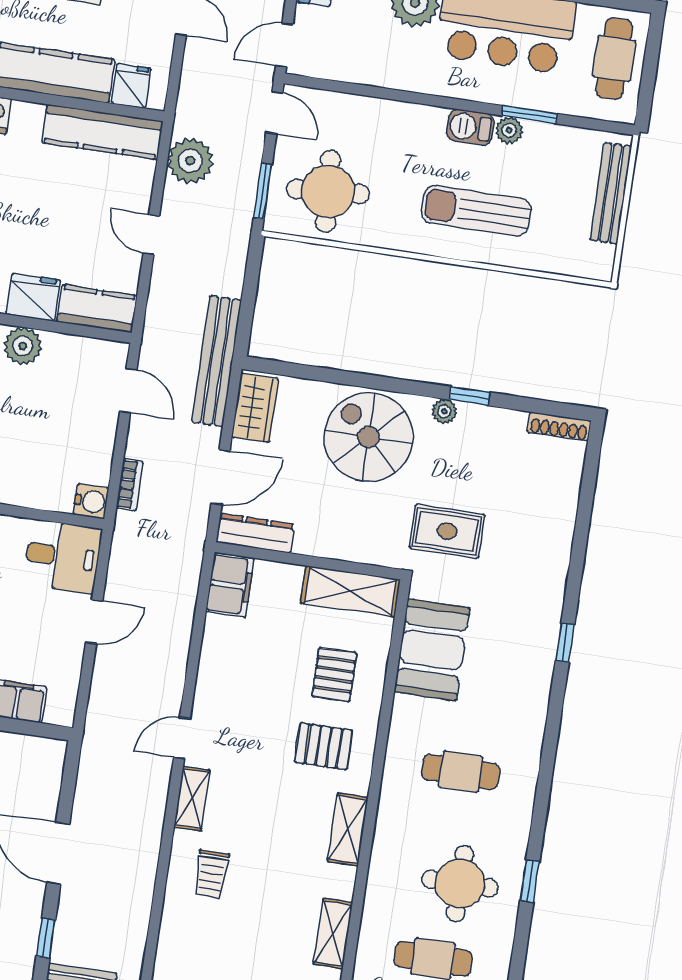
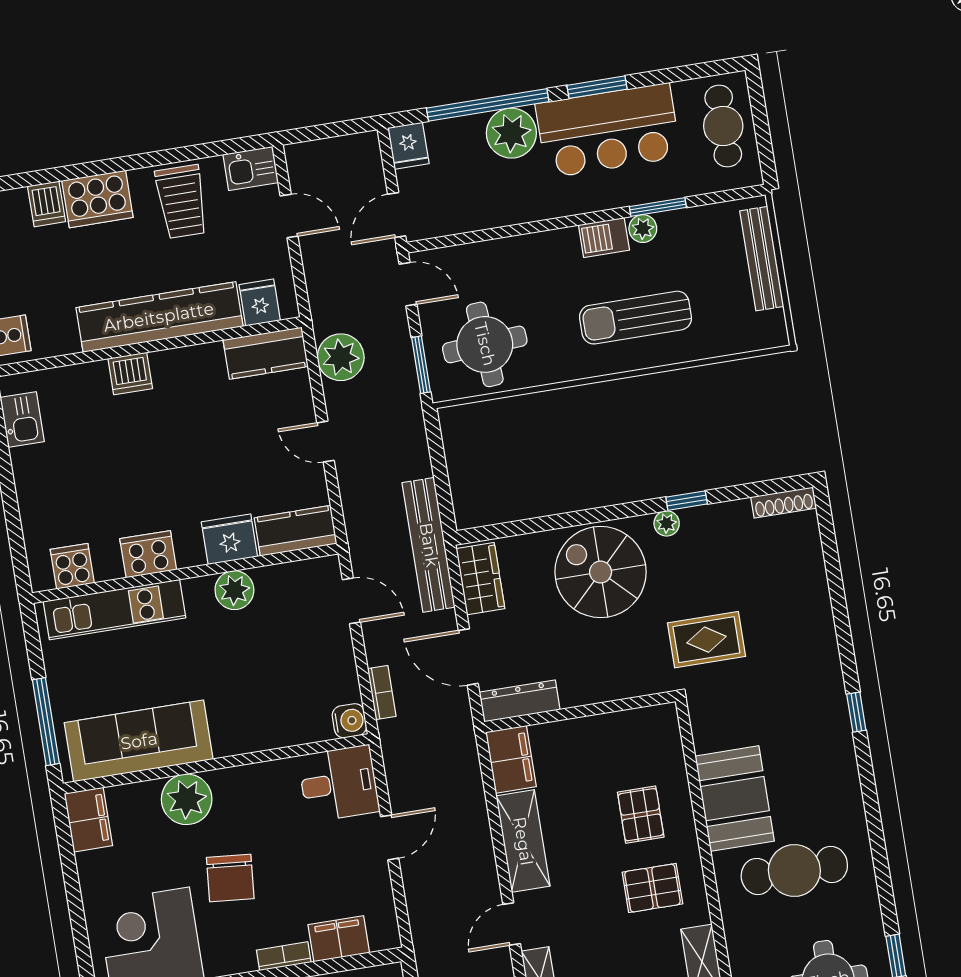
kitchen counter: (102, 132) -> (266, 353), width x0.67
door: (220, 477) -> (468, 657), swing flipped
shelving: (351, 591) -> (523, 841), moved, turned 90
booth: (432, 650) -> (735, 799), moved
cafe table: (461, 772) -> (794, 870), width x1.37, depth x1.35

